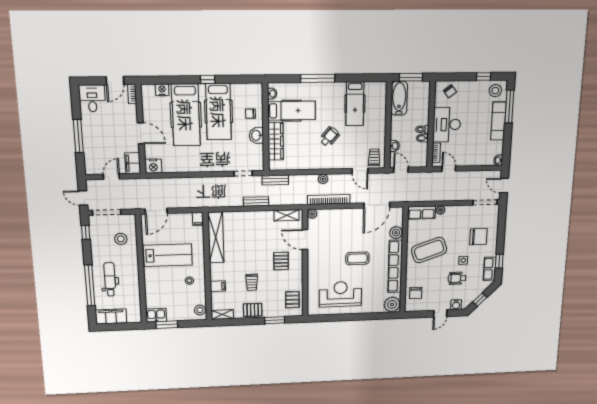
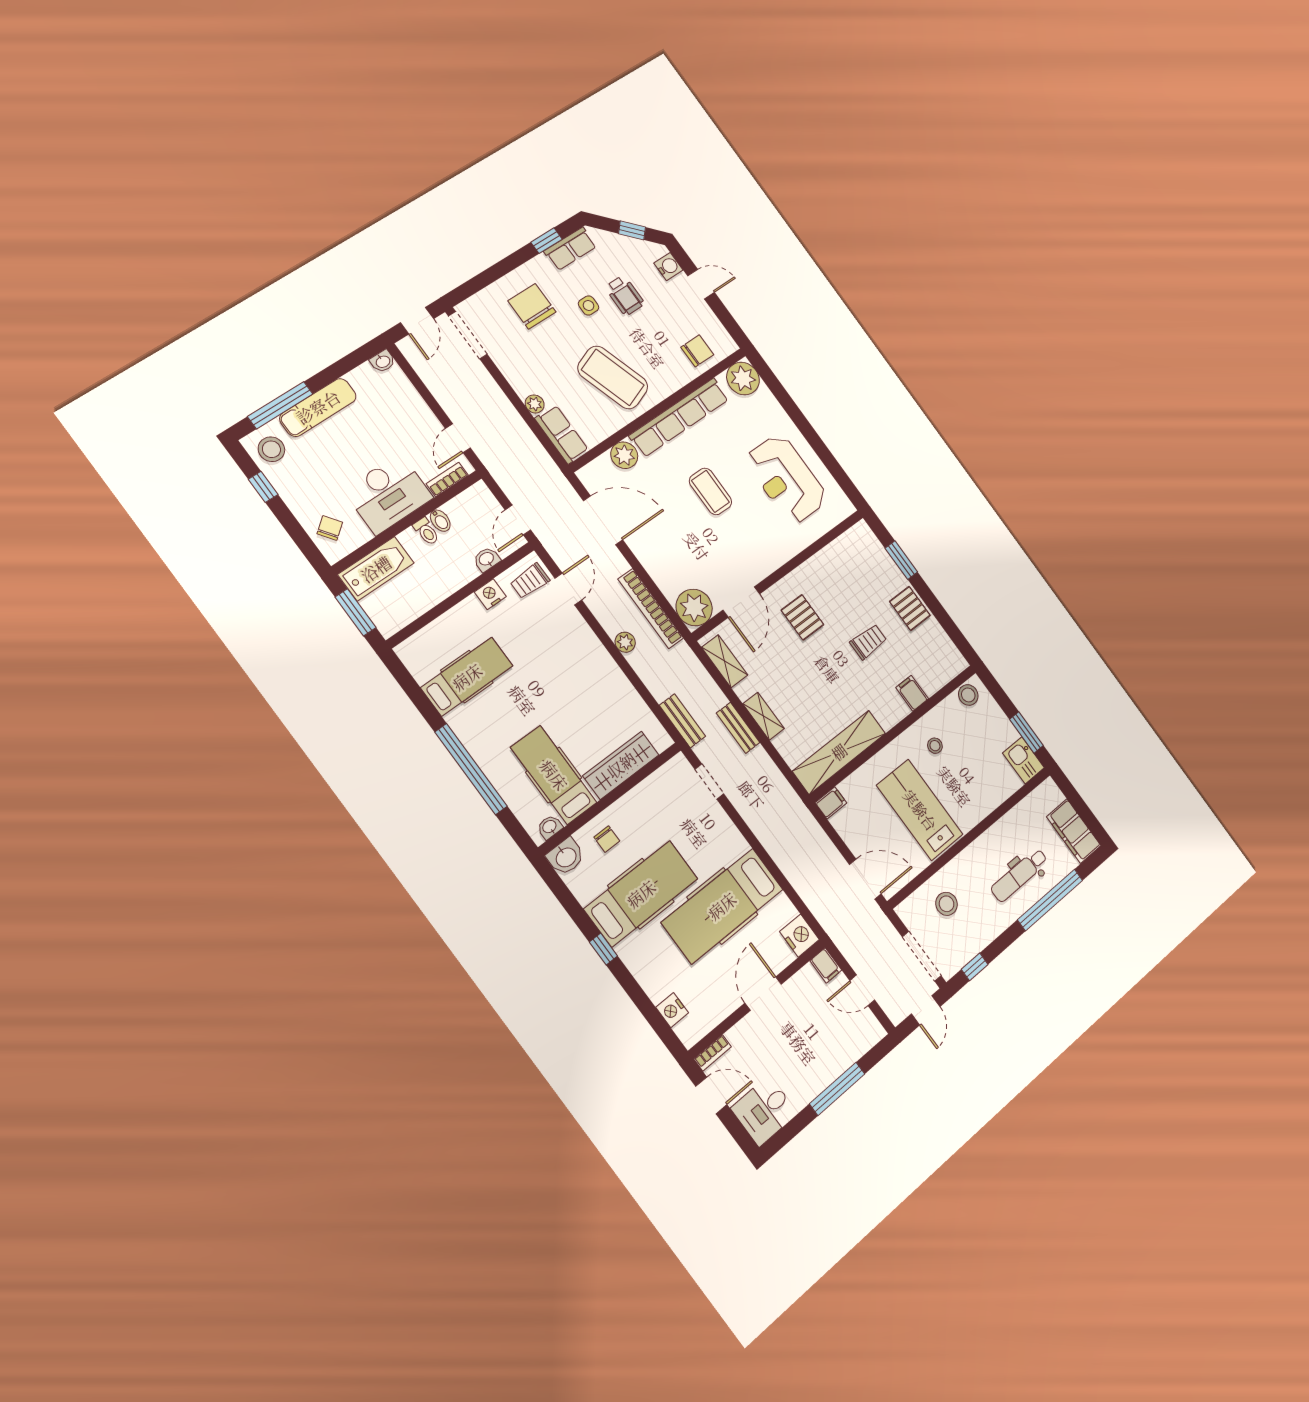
window: (318, 78) -> (471, 769), width x1.46
bathtub: (399, 98) -> (376, 569), moved, turned 180
hospital bed: (186, 115) -> (722, 906), moved, turned 180
washbasin: (256, 135) -> (566, 857), moved
wheelchair: (330, 137) -> (550, 681), removed
nightstand: (380, 137) -> (490, 594), added
filing cabinet: (133, 163) -> (826, 965), width x0.50
plant: (312, 214) -> (694, 608), width x1.88, depth x1.88
pallet: (281, 261) -> (802, 617), turned 90
pallet: (292, 300) -> (849, 554), removed
shelving: (222, 315) -> (764, 716), moved

